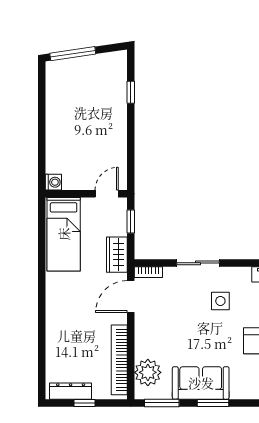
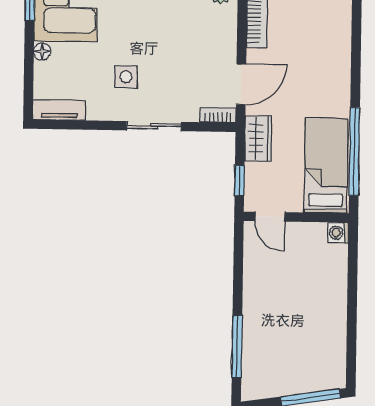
window: (131, 92) -> (237, 347), width x2.17
door: (107, 194) -> (270, 217), hinge flipped
window: (42, 246) -> (354, 151), added

